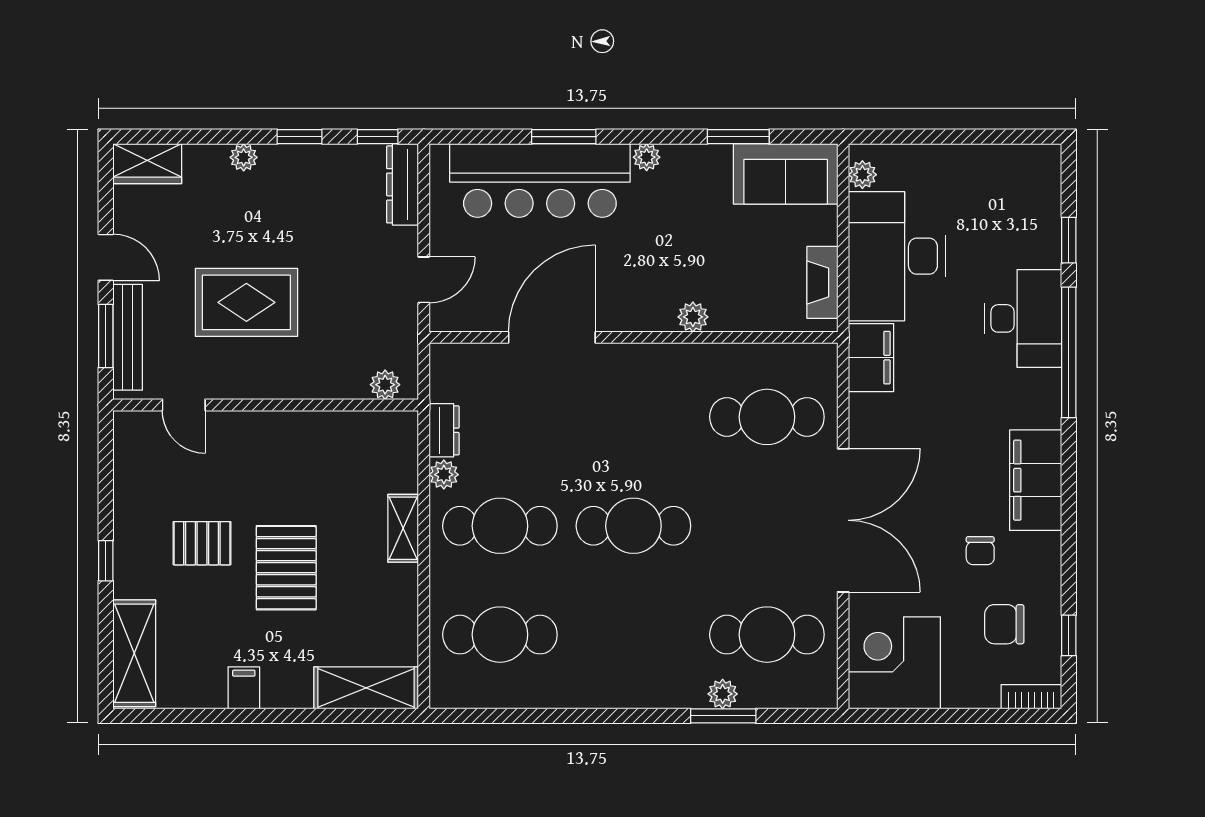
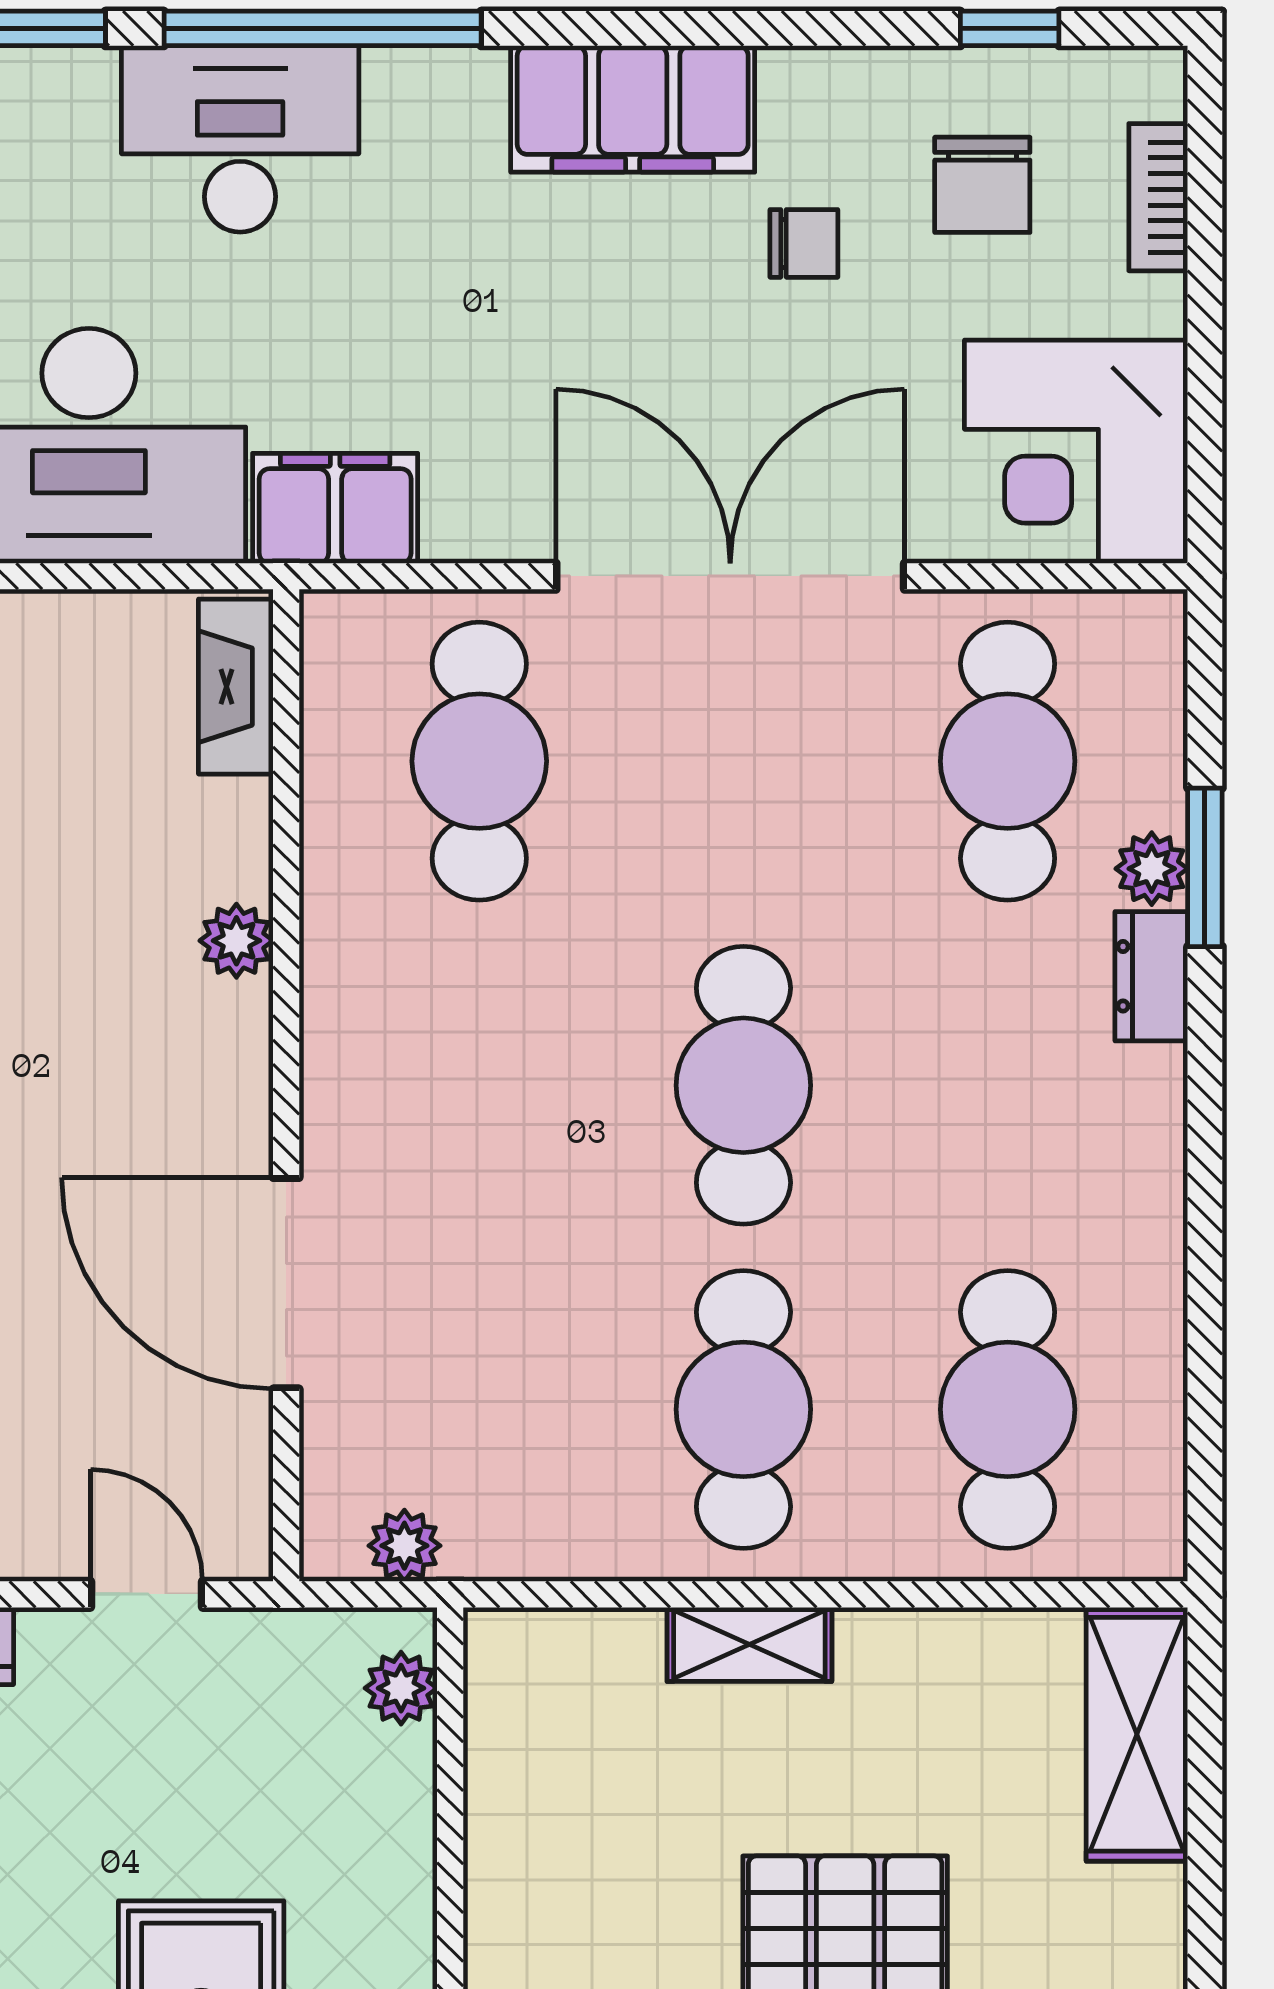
fireplace: (822, 282) -> (236, 687), moved, turned 90
dresser: (444, 430) -> (1151, 976), moved, turned -90
plant: (444, 475) -> (404, 1546), moved
bookcase: (1031, 697) -> (1158, 197), moved

